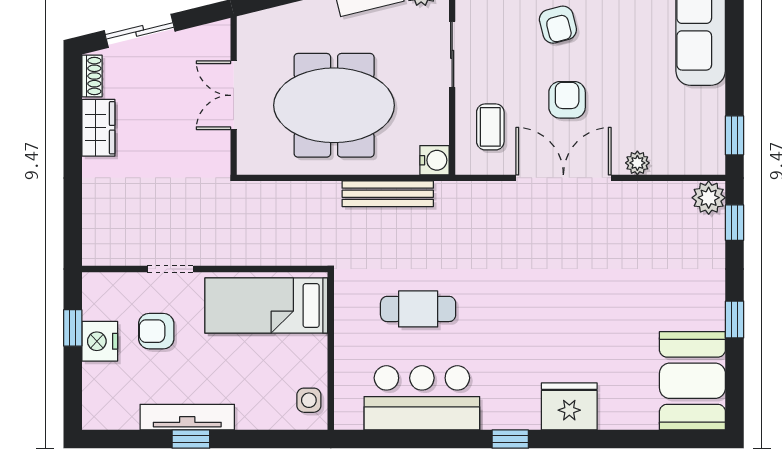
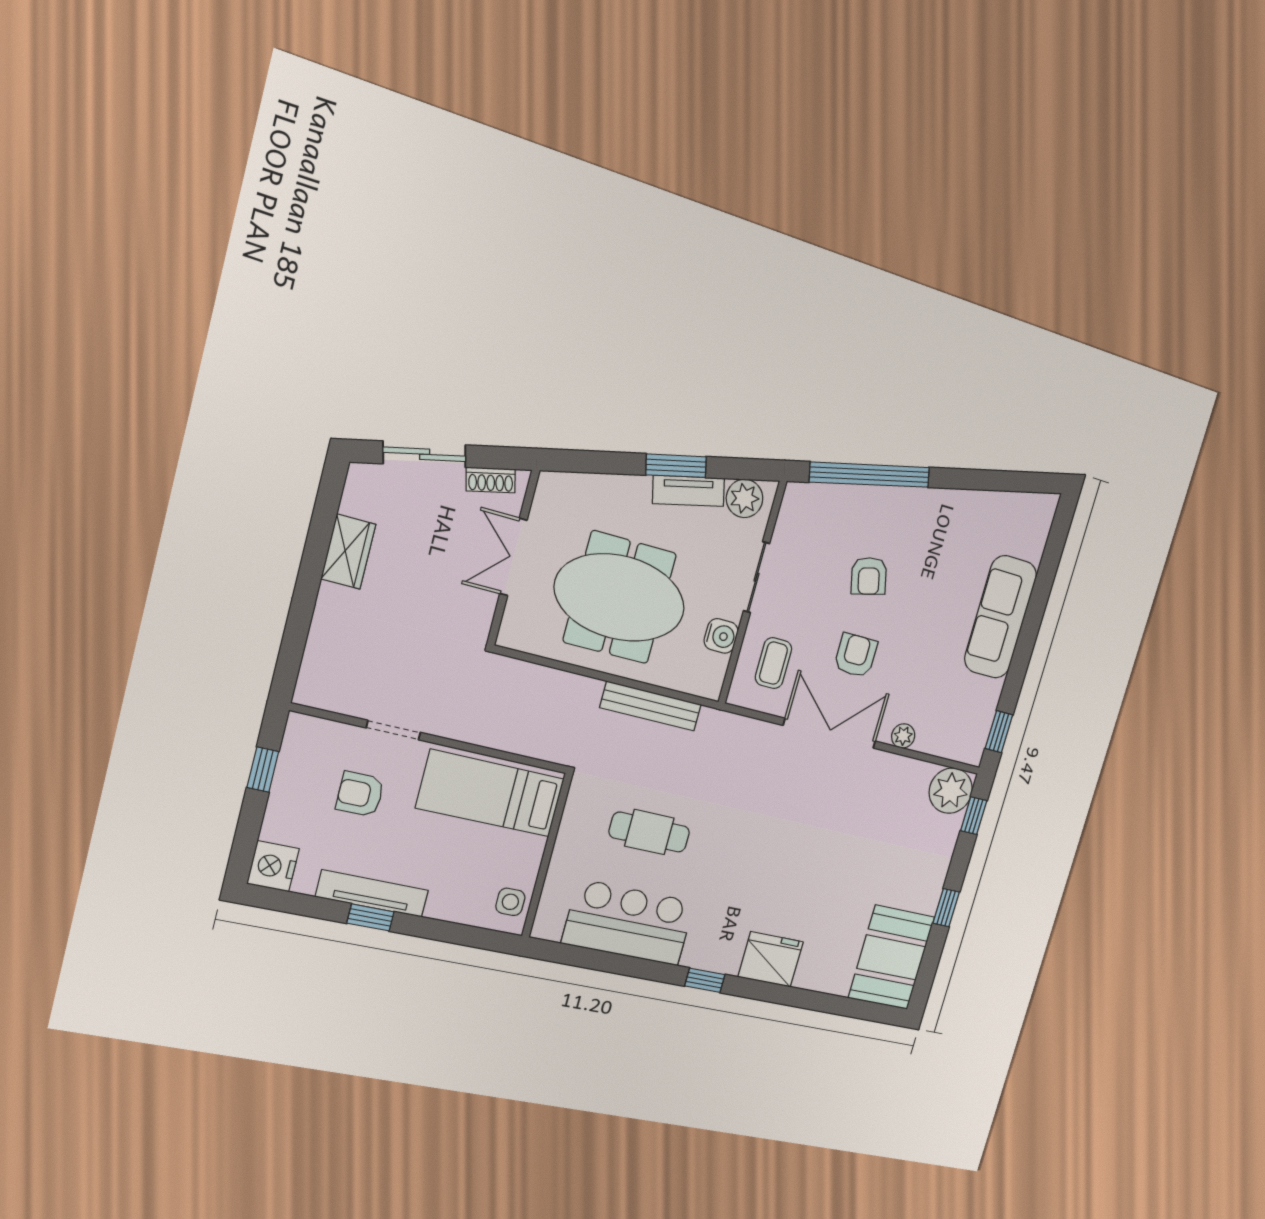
shoe rack: (92, 76) -> (491, 480), moved, turned 76
water cooler: (434, 160) -> (721, 636), moved
plant: (709, 198) -> (951, 791), width x1.36, depth x1.36
nightstand: (100, 341) -> (273, 866), moved

